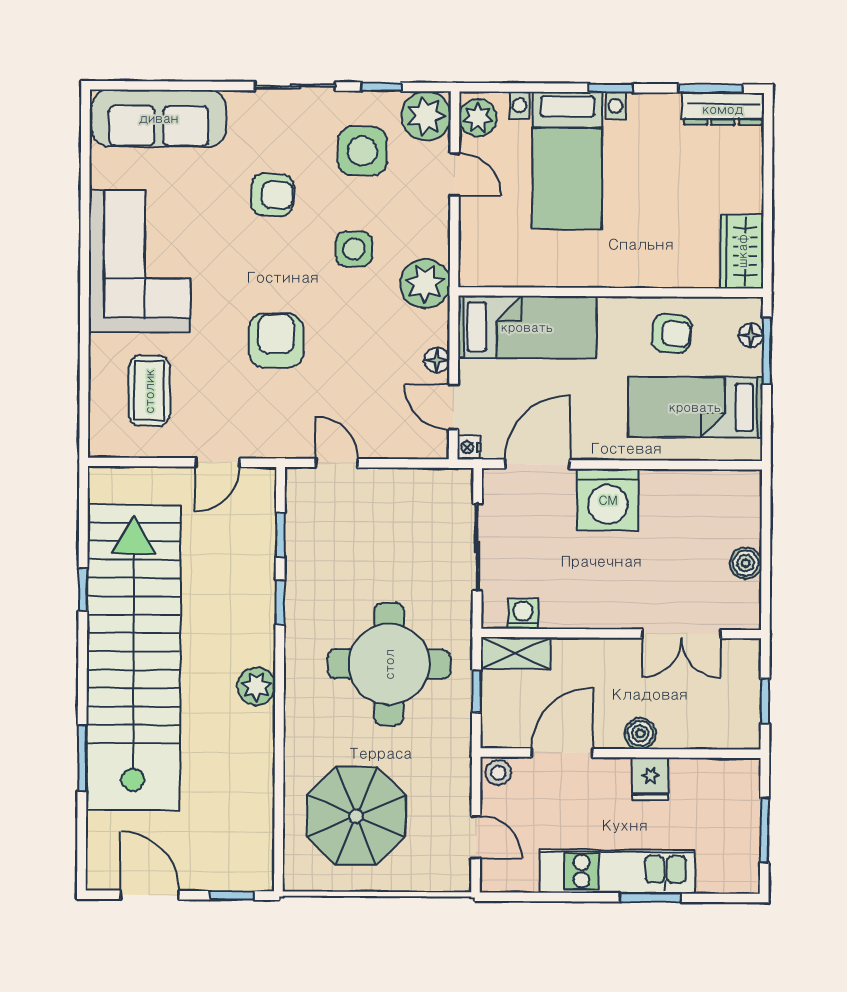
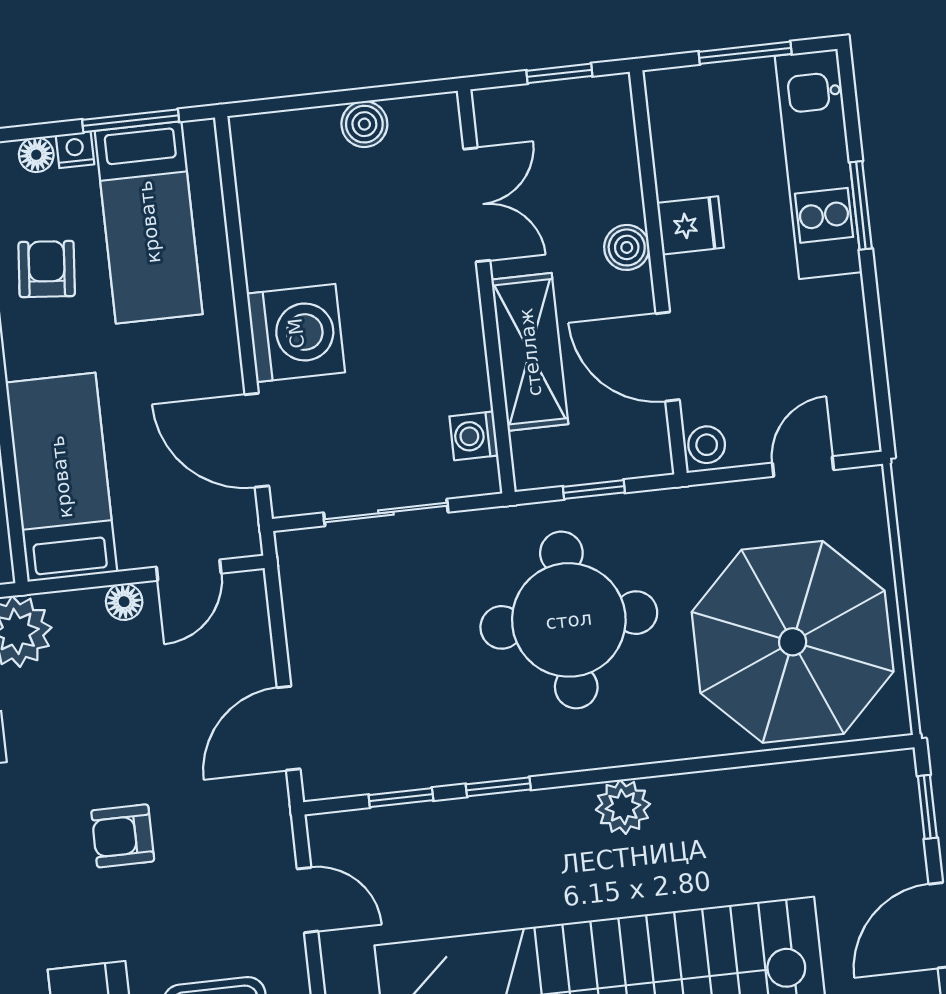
armchair: (276, 341) -> (123, 836), width x0.72, depth x0.72
window: (767, 351) -> (131, 121), moved
nightstand: (469, 447) -> (75, 150), moved, turned 180
door: (337, 463) -> (289, 728), width x1.37
shelving: (516, 653) -> (530, 352), moved, width x1.50, depth x1.33
parasol: (356, 816) -> (793, 642), width x1.36, depth x1.36
kitchen unit: (617, 871) -> (818, 164), moved

